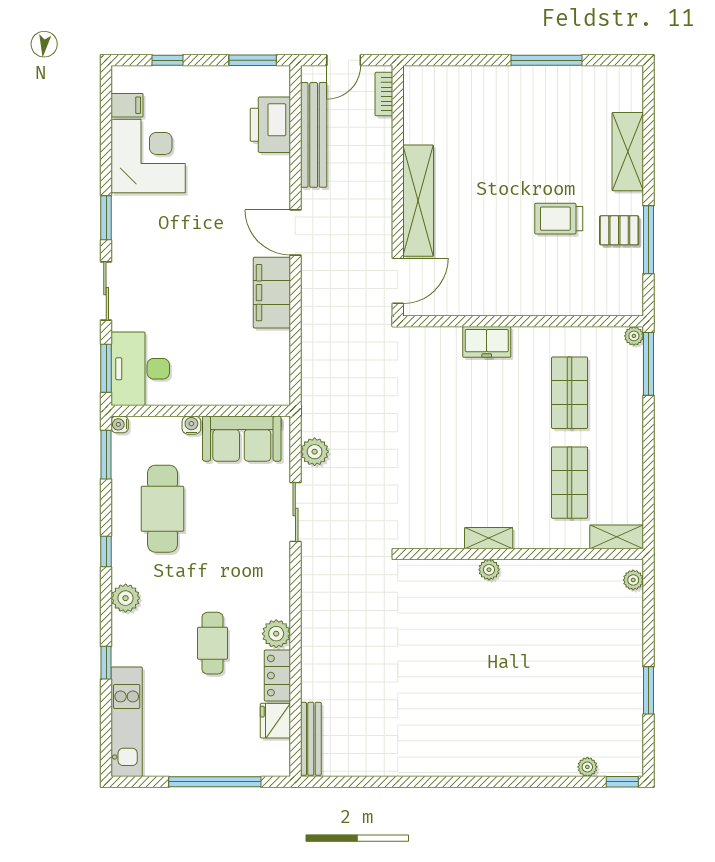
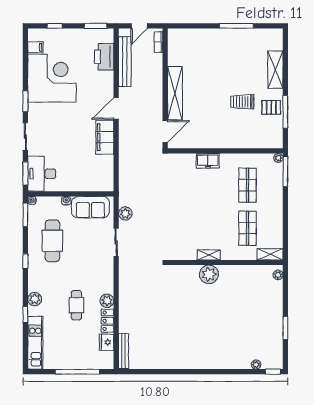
corner desk: (148, 156) -> (52, 78), width x1.36, depth x1.36
door: (295, 232) -> (116, 108), hinge flipped
plant: (489, 570) -> (209, 274), width x1.87, depth x1.87
plant: (126, 598) -> (35, 299), moved

